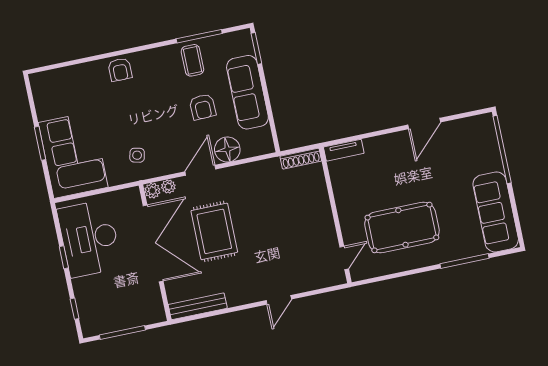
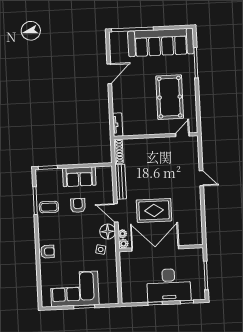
sofa: (247, 92) -> (79, 177), width x0.73
armchair: (203, 107) -> (78, 205), turned -88
door: (424, 124) -> (109, 74), hinge flipped
floor lamp: (227, 149) -> (108, 232), moved
corner sofa: (73, 155) -> (75, 289), moved
sofa: (496, 212) -> (161, 42), width x1.36, depth x1.27
desk: (89, 238) -> (169, 285), moved
door: (344, 258) -> (182, 135), hinge flipped
bench: (198, 306) -> (121, 182), moved

